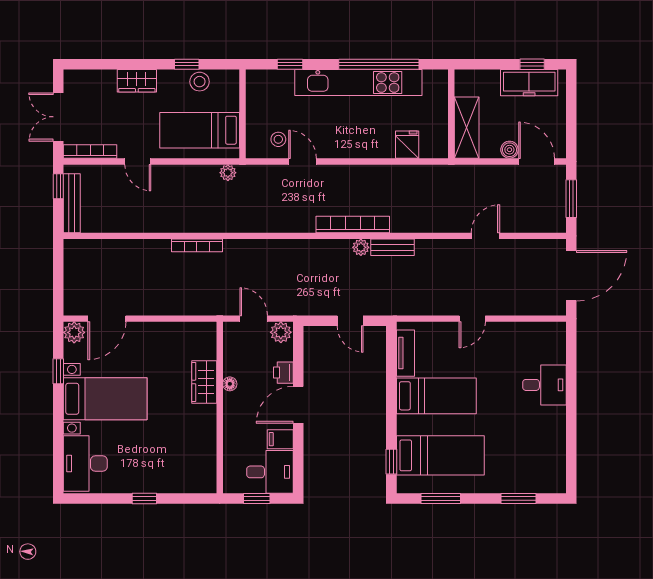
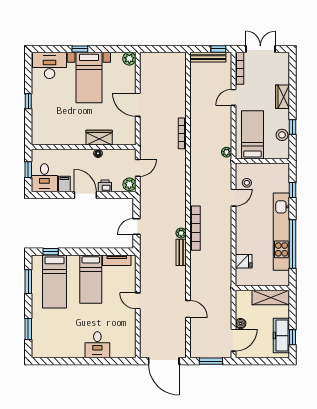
shelving: (467, 128) -> (271, 297), moved
door: (107, 319) -> (138, 105), moved
window: (58, 371) -> (80, 49), moved

